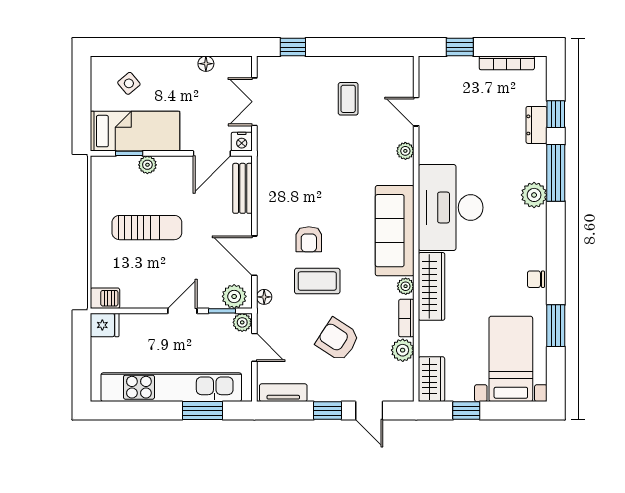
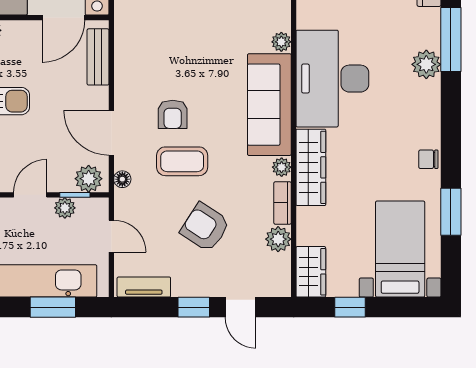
plant: (405, 151) -> (281, 42), moved
plant: (242, 322) -> (65, 208), moved

